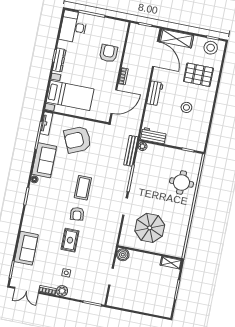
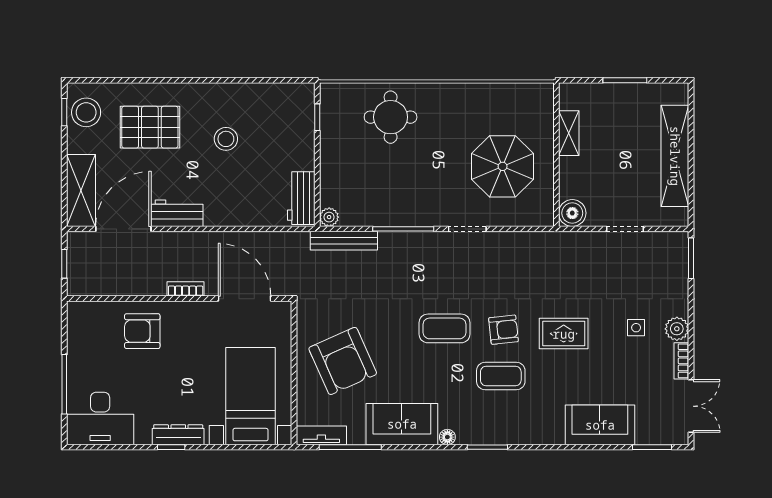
pallet: (198, 75) -> (150, 127), turned 90
workbench: (155, 93) -> (177, 213), moved
coffee table: (57, 208) -> (501, 376), added
shelving: (171, 263) -> (569, 133), moved
shelving: (139, 305) -> (675, 156), added

